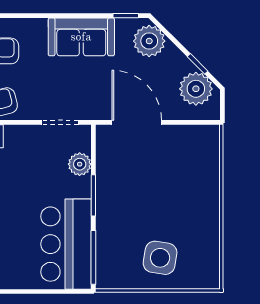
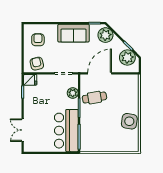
door: (137, 122) -> (100, 73), hinge flipped
cafe table: (126, 174) -> (94, 98), added
side table: (160, 258) -> (129, 121), moved

